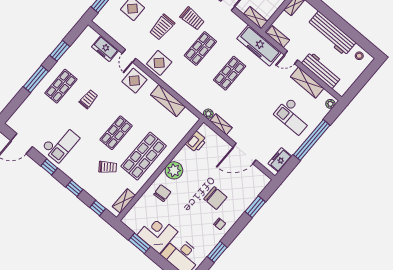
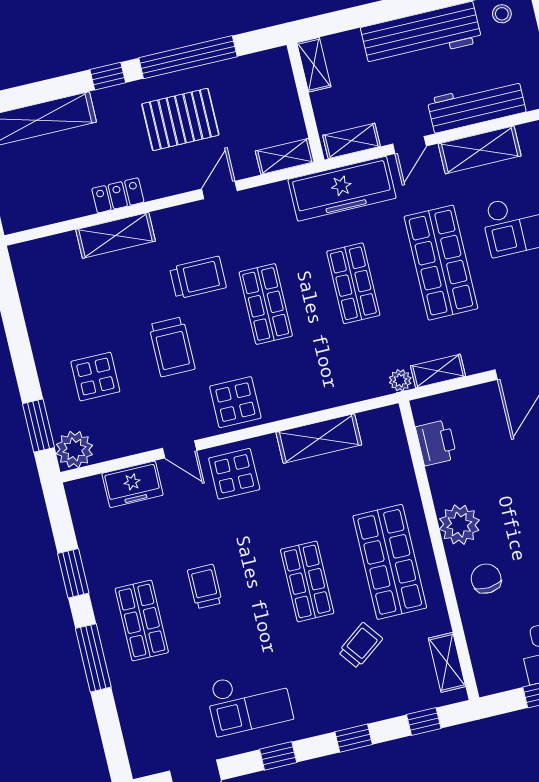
plant: (102, 20) -> (74, 449), added
shop shelf: (259, 98) -> (441, 263), added
checkout: (60, 143) -> (249, 701), turned 90

